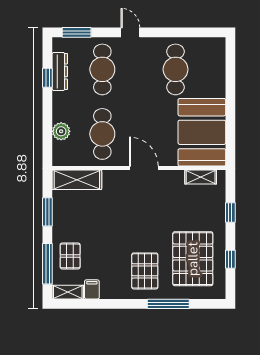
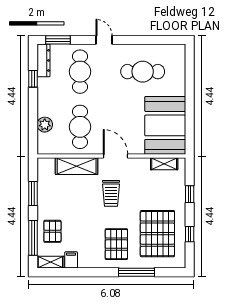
cafe table: (176, 69) -> (143, 72), turned 90
dresser: (60, 71) -> (44, 60), moved
shelving: (77, 180) -> (77, 166), moved
trolley: (139, 212) -> (111, 193), added

